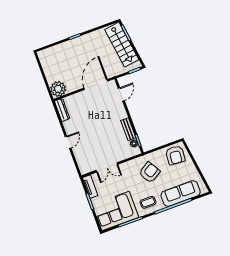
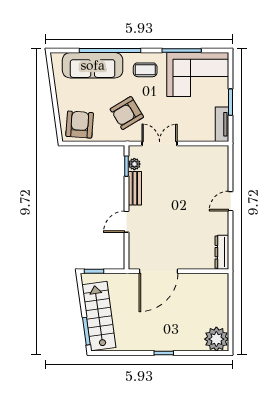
plant: (58, 89) -> (216, 339), moved
door: (121, 94) -> (127, 222), moved
double door: (107, 167) -> (160, 144), moved

